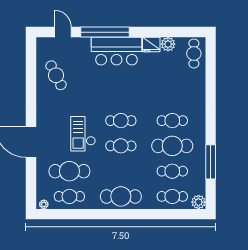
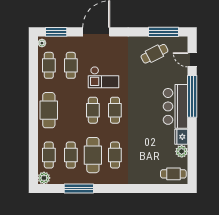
door: (63, 32) -> (192, 60), swing flipped
window: (31, 65) -> (163, 32), added
checkout: (83, 134) -> (103, 77), turned 180
cafe table: (69, 171) -> (71, 65), width x0.73, depth x0.74
window: (31, 188) -> (56, 32), added

